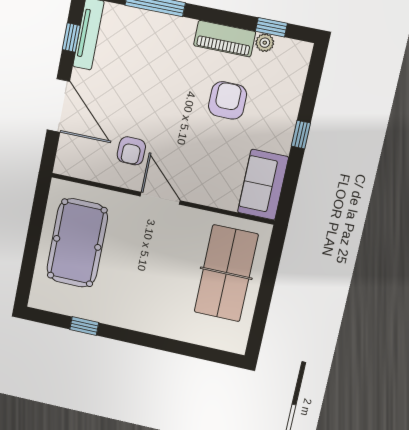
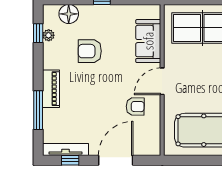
piano: (225, 39) -> (51, 89), moved
floor lamp: (290, 80) -> (69, 14), added
sofa: (263, 185) -> (148, 41), moved, turned 90

